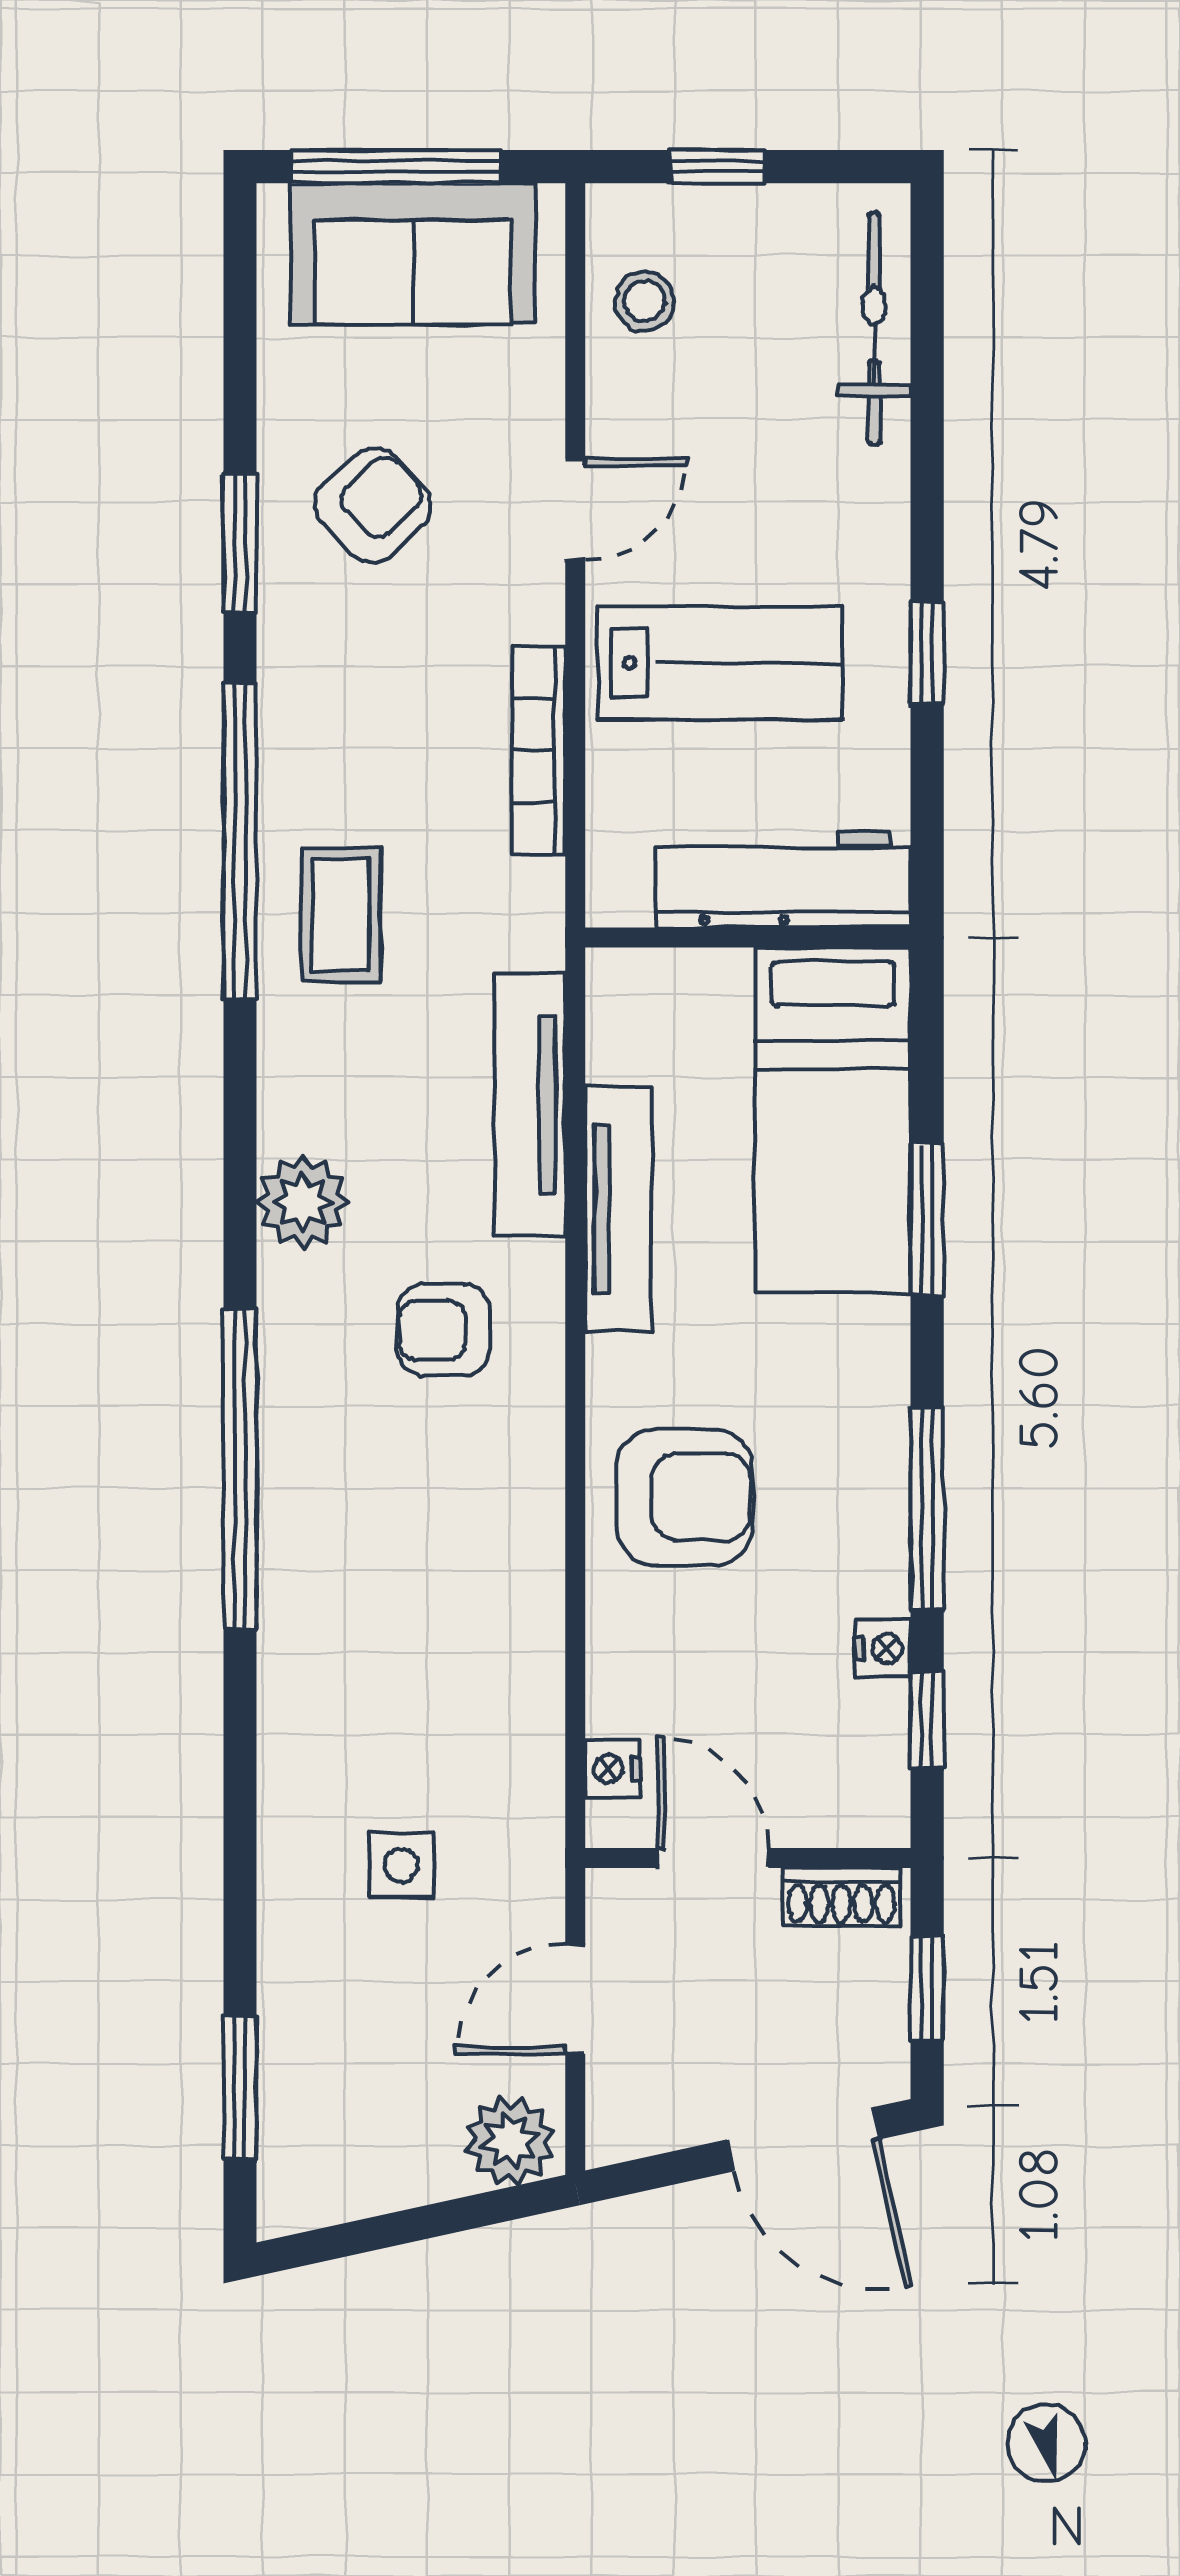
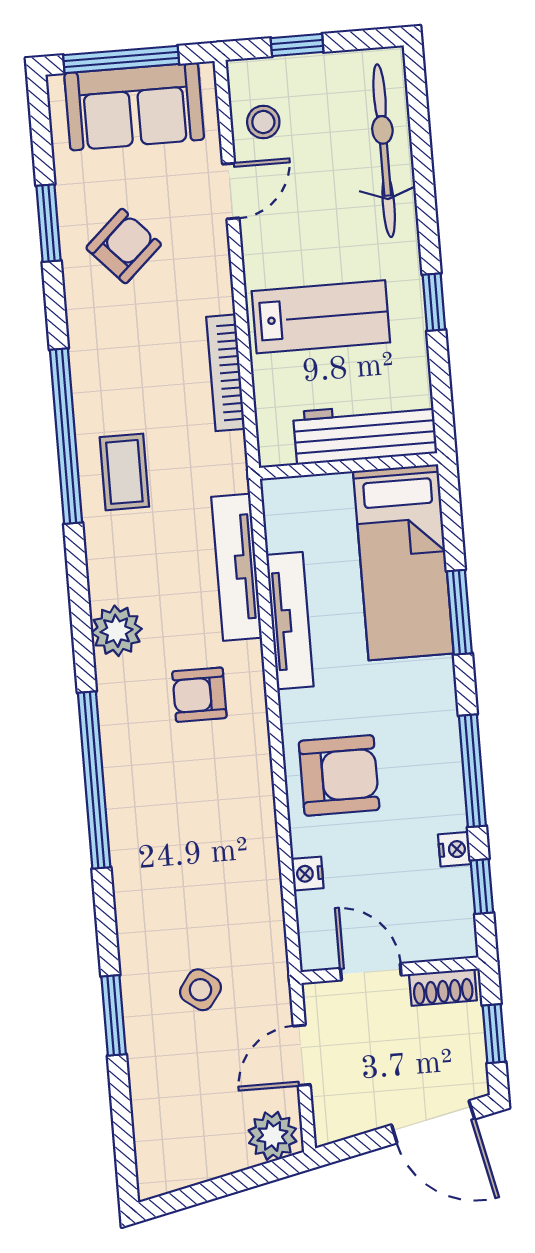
bicycle: (874, 329) -> (384, 151), width x1.37, depth x1.40
door: (575, 509) -> (231, 191), moved
window: (240, 543) -> (48, 223), moved
nightstand: (612, 1769) -> (307, 874), moved
side table: (401, 1865) -> (200, 990), turned 35
window: (240, 2087) -> (114, 1015), moved

